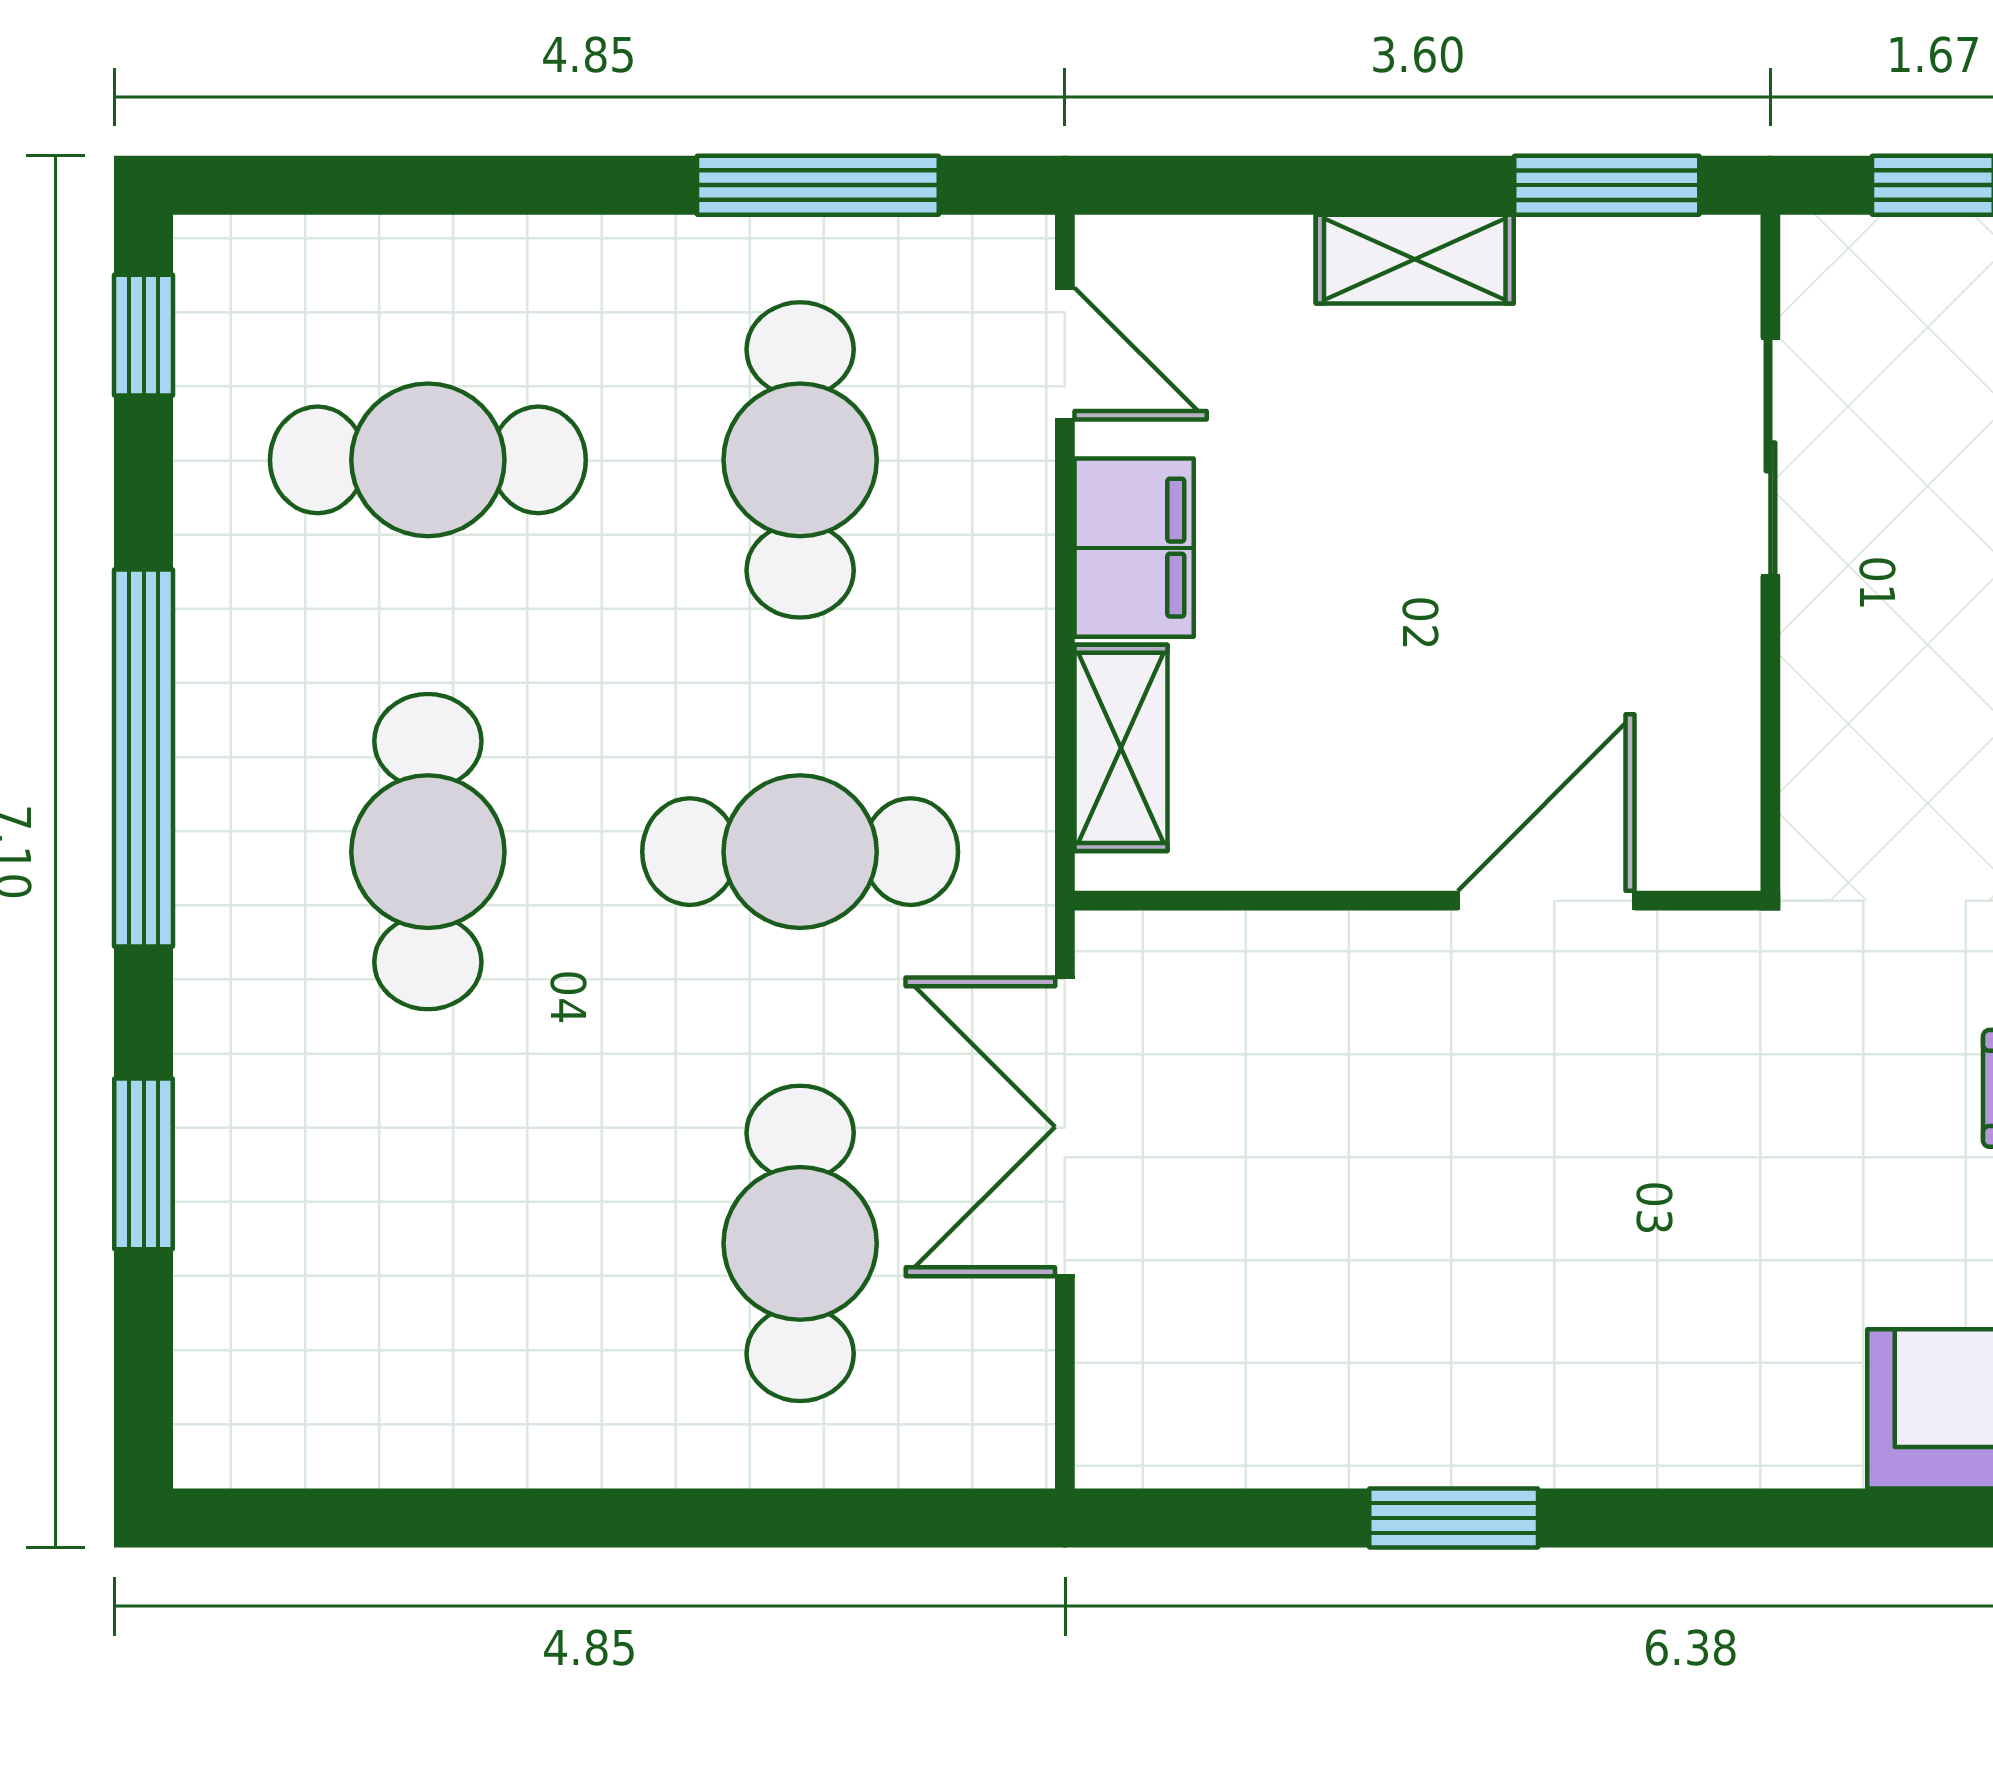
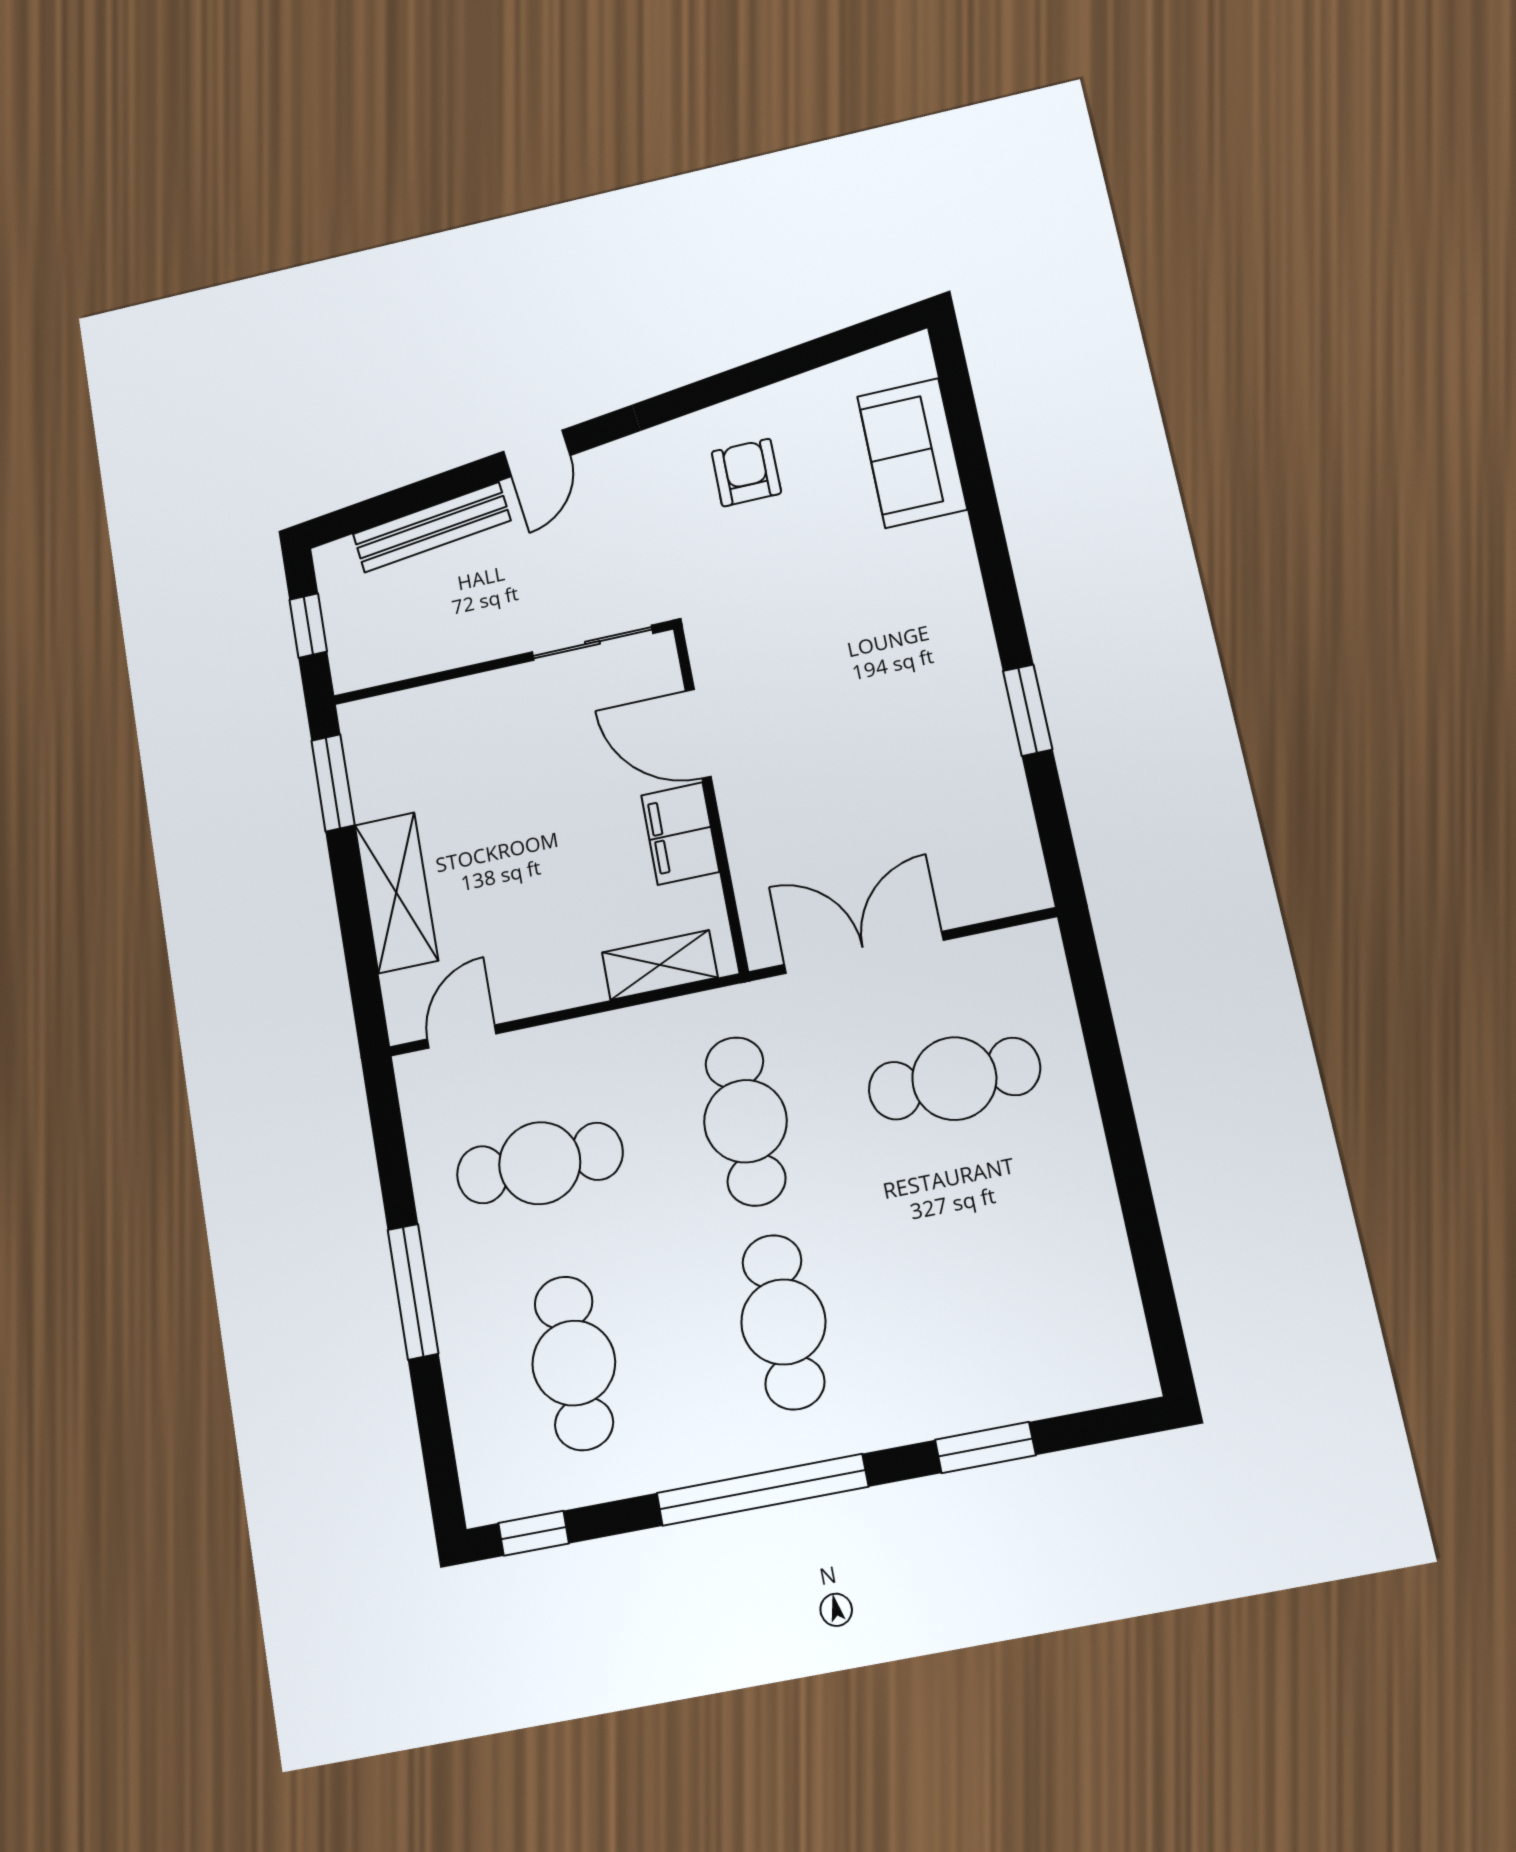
window: (818, 185) -> (413, 1292), moved
shelving: (1415, 259) -> (396, 893), width x1.50, depth x1.33
sliding door: (1770, 457) -> (592, 643), moved
filing cabinet: (1134, 548) -> (680, 834), moved, turned -90
cafe table: (428, 852) -> (783, 1322), turned 90
double door: (1065, 1127) -> (864, 952), swing flipped

